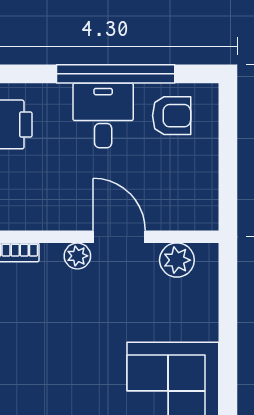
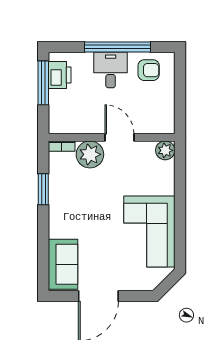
plant: (77, 256) -> (90, 154), width x1.87, depth x1.87
plant: (177, 260) -> (165, 150), moved

